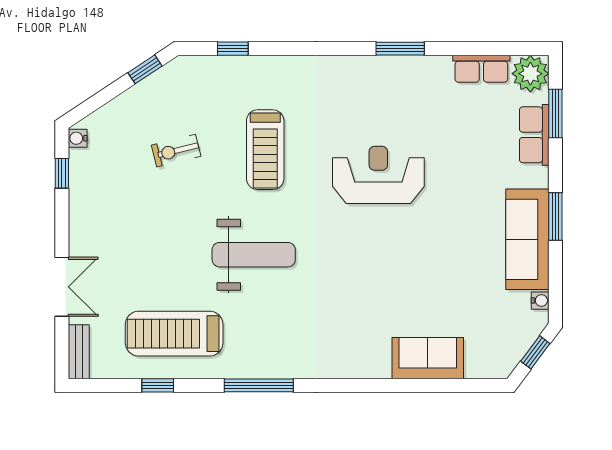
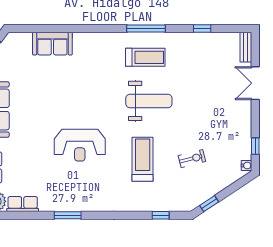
weight bench: (254, 255) -> (149, 101), turned 180
treadmill: (174, 334) -> (145, 57), moved, width x0.73, depth x0.73

